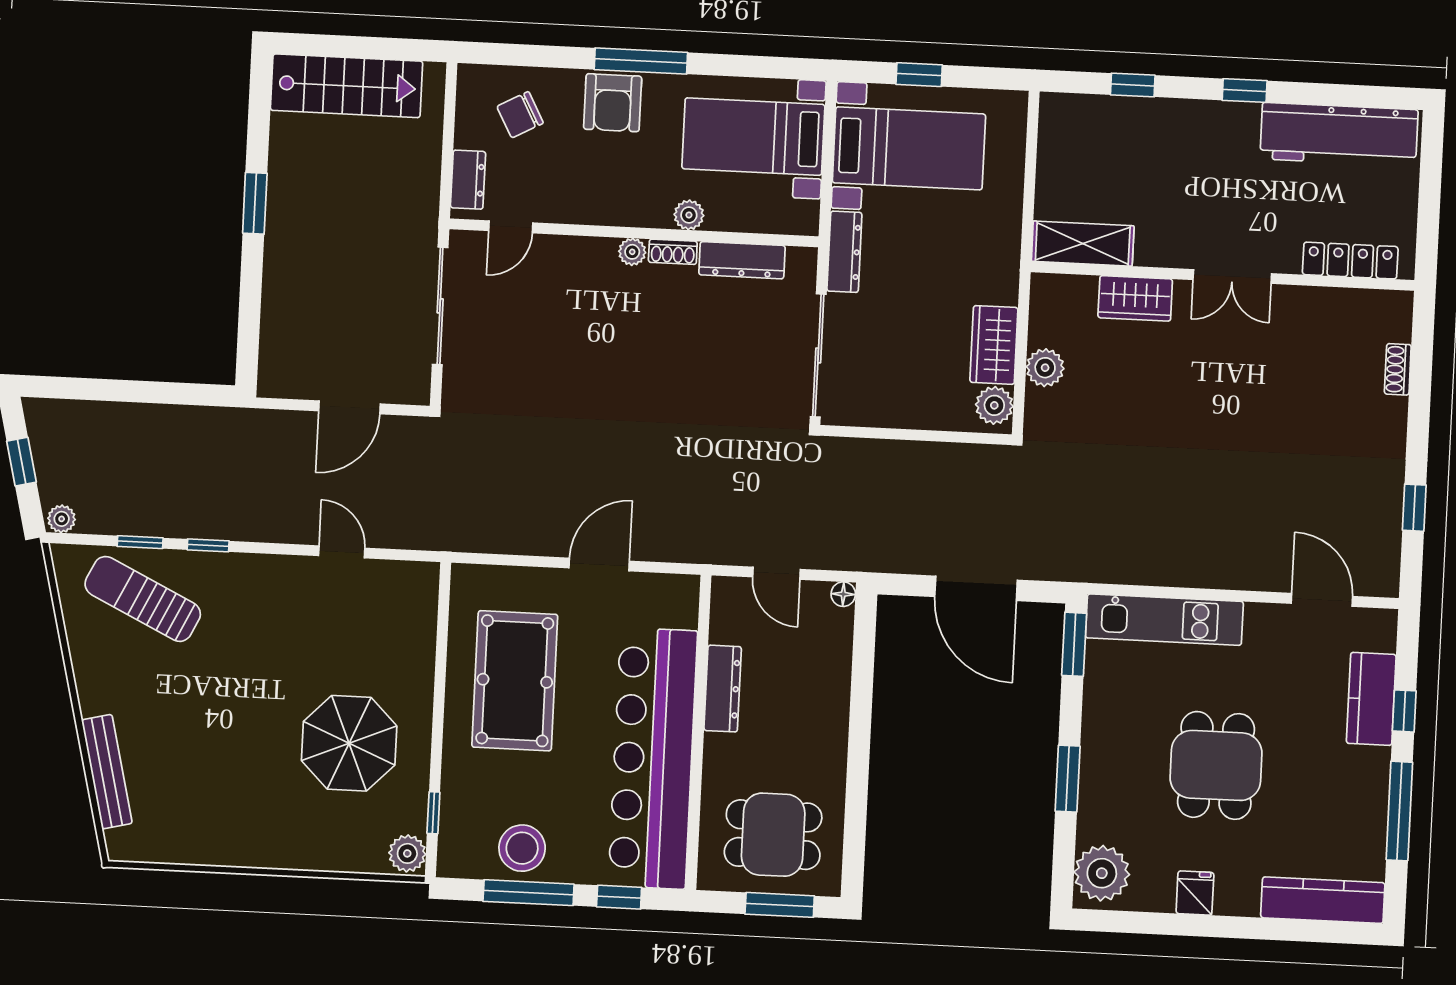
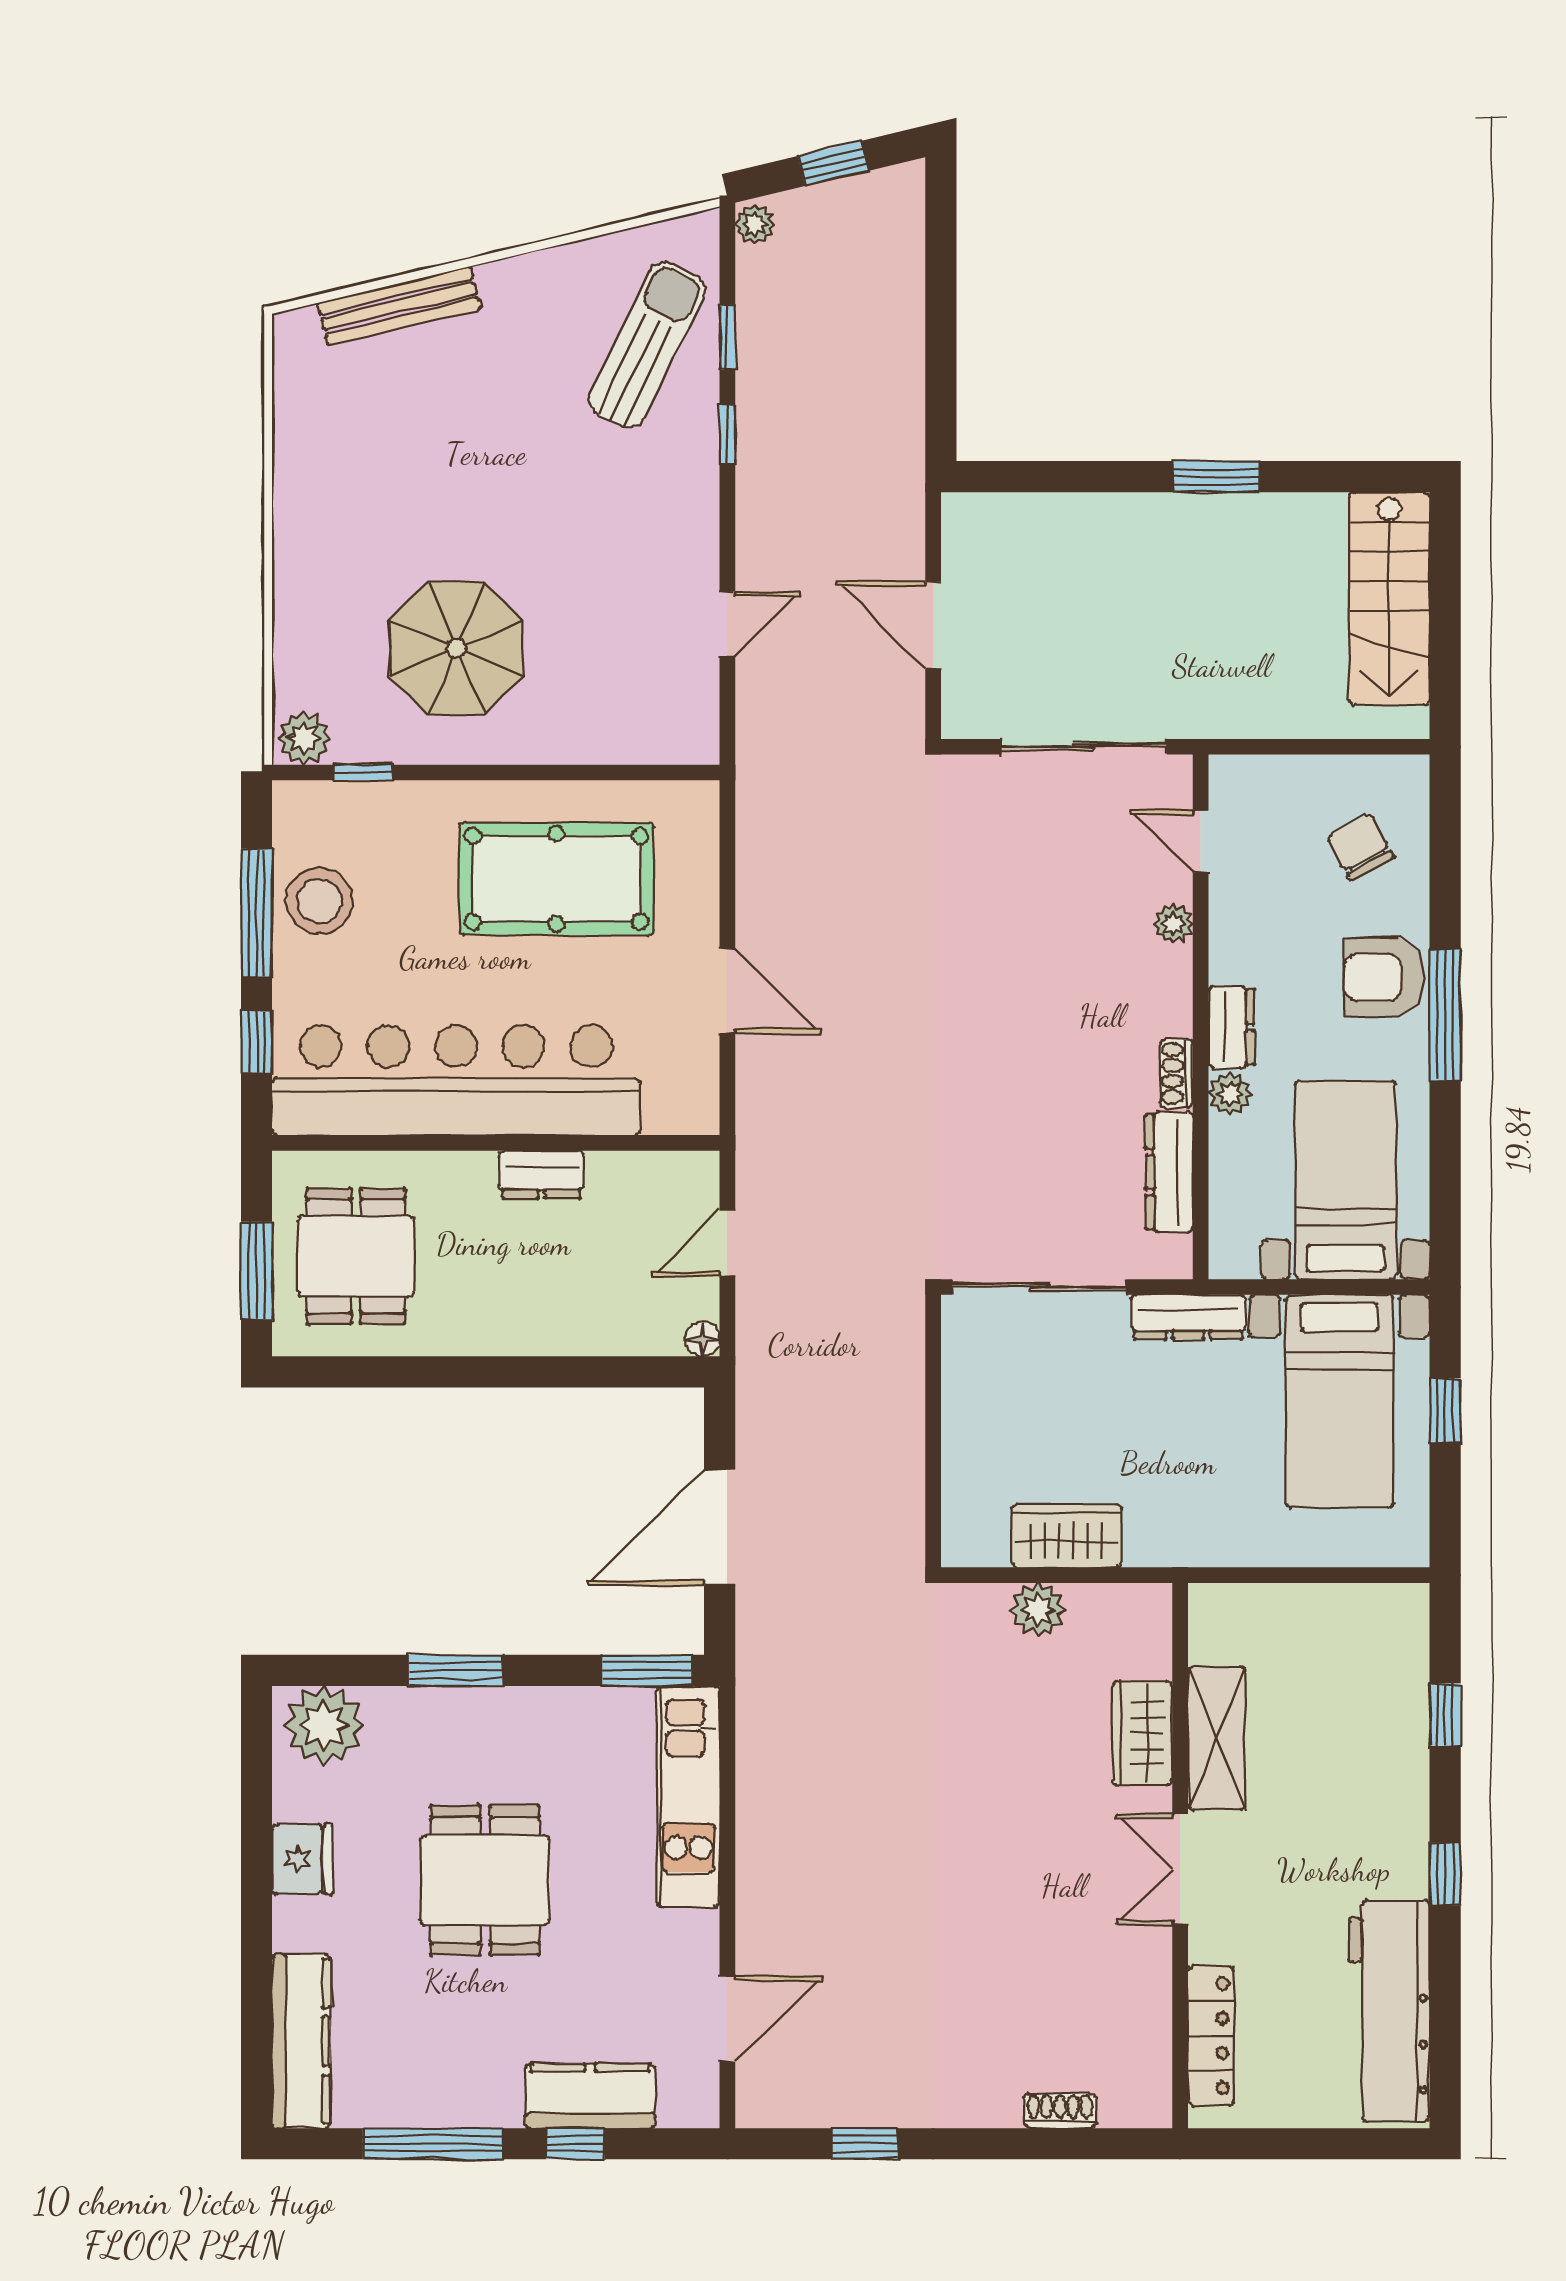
dresser: (468, 180) -> (1232, 1027), moved, turned -90
shelving: (1083, 244) -> (1217, 1738), moved
plant: (632, 252) -> (1174, 924), moved
plant: (994, 405) -> (981, 1540), removed
dresser: (723, 689) -> (541, 1174), width x0.70
dining table: (1216, 765) -> (485, 1880), turned 90
fridge: (1195, 893) -> (302, 1859), width x1.38

